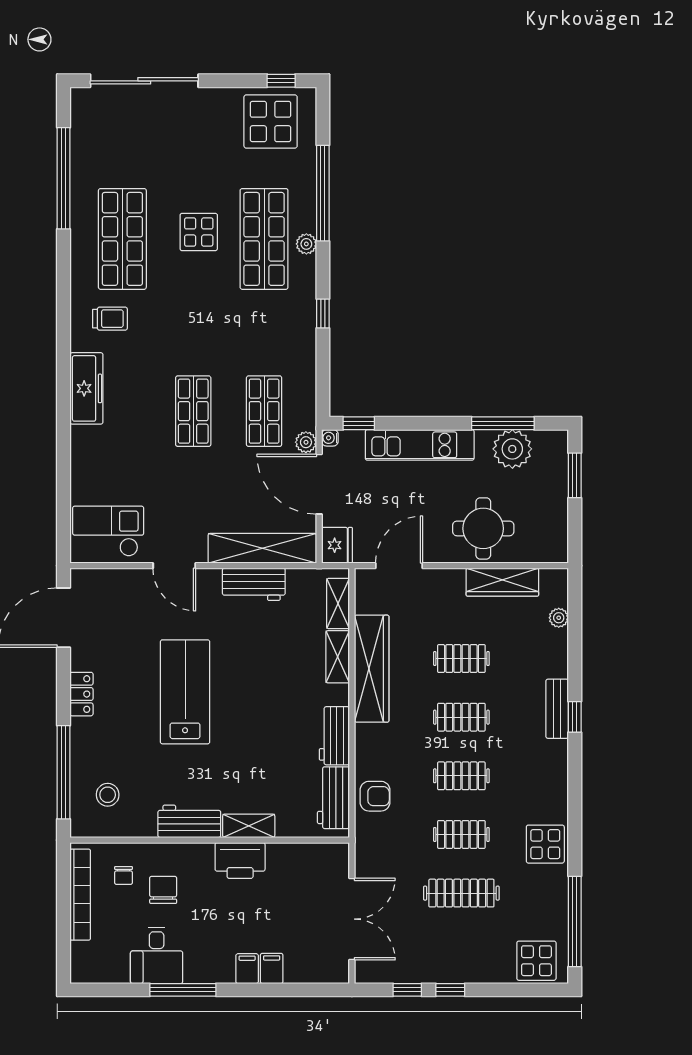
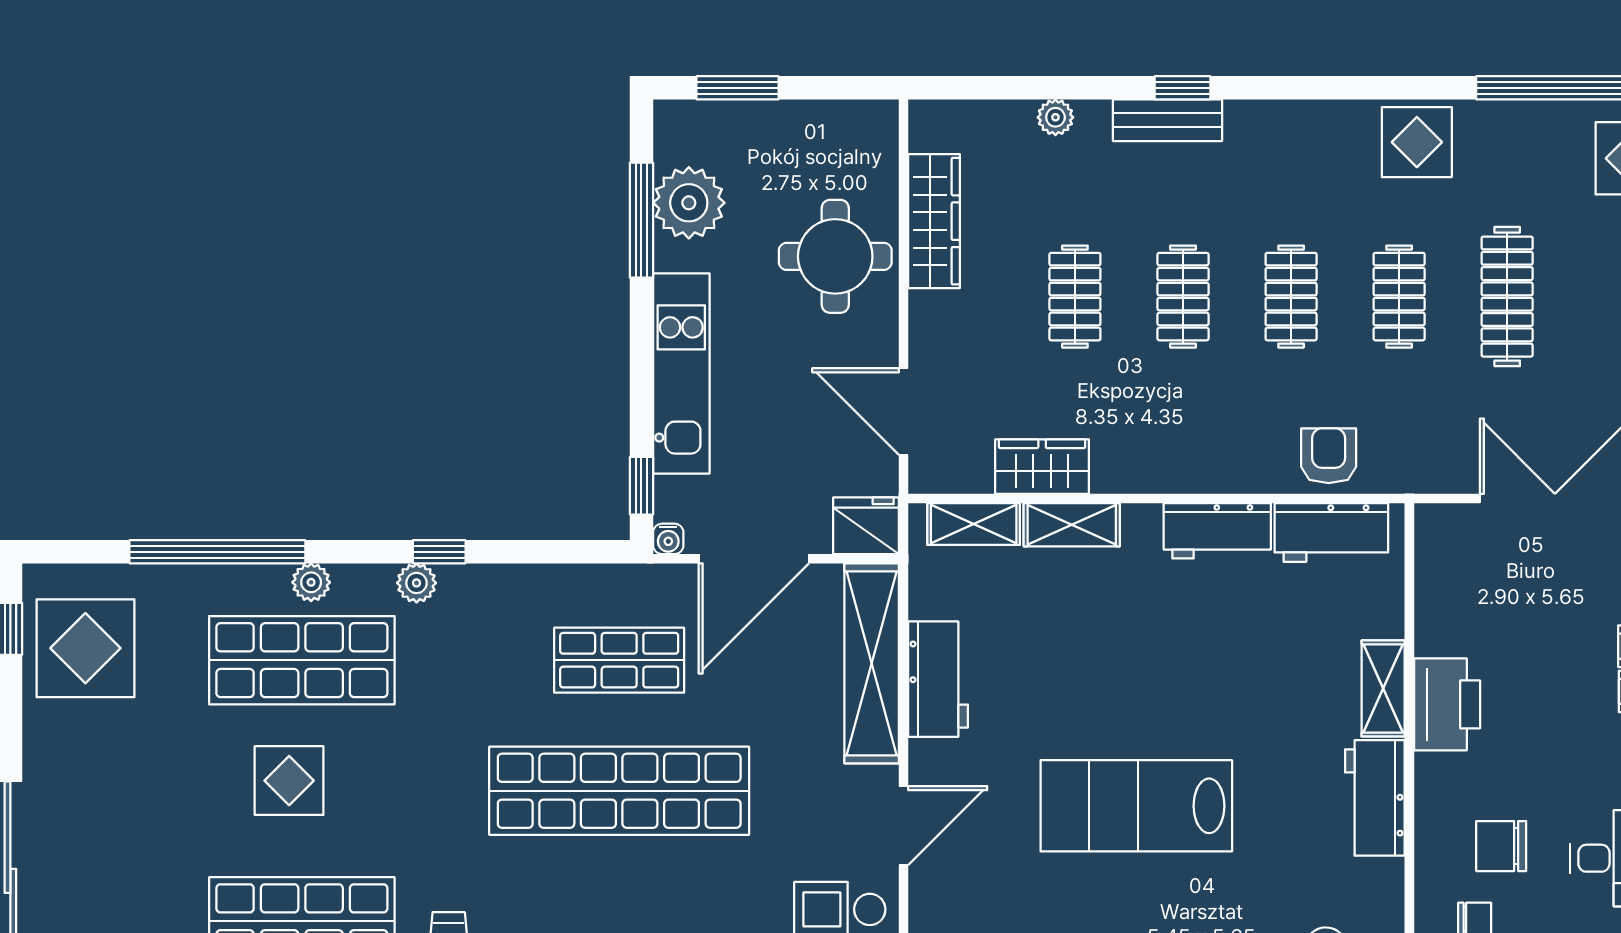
shop shelf: (193, 411) -> (619, 791), width x2.00, depth x1.36
plant: (306, 442) -> (417, 583), moved
plant: (559, 618) -> (1055, 117), moved
wardrobe: (372, 669) -> (1042, 467), width x0.48, depth x0.85

